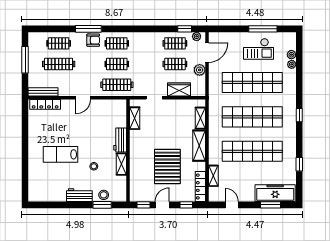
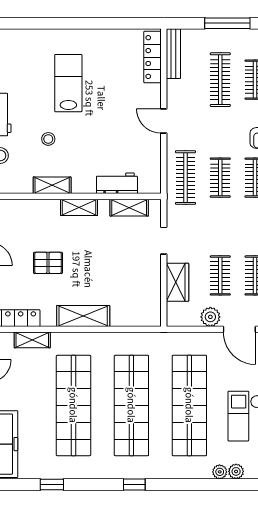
shelving: (200, 118) -> (79, 207), moved
workbench: (120, 140) -> (117, 183), moved
pallet: (167, 166) -> (48, 263), width x0.49, depth x0.50

